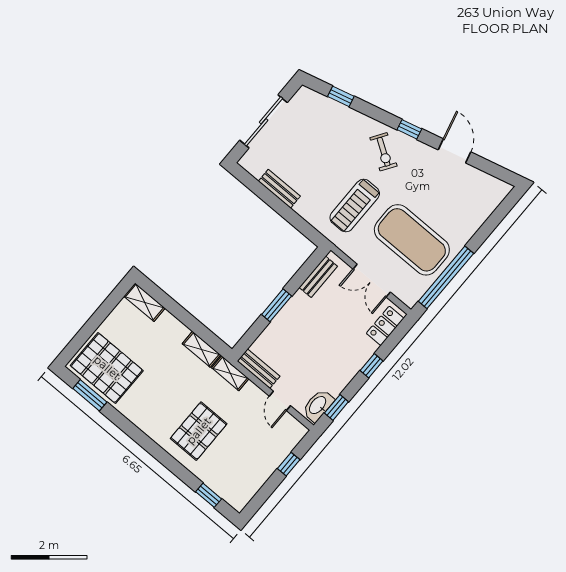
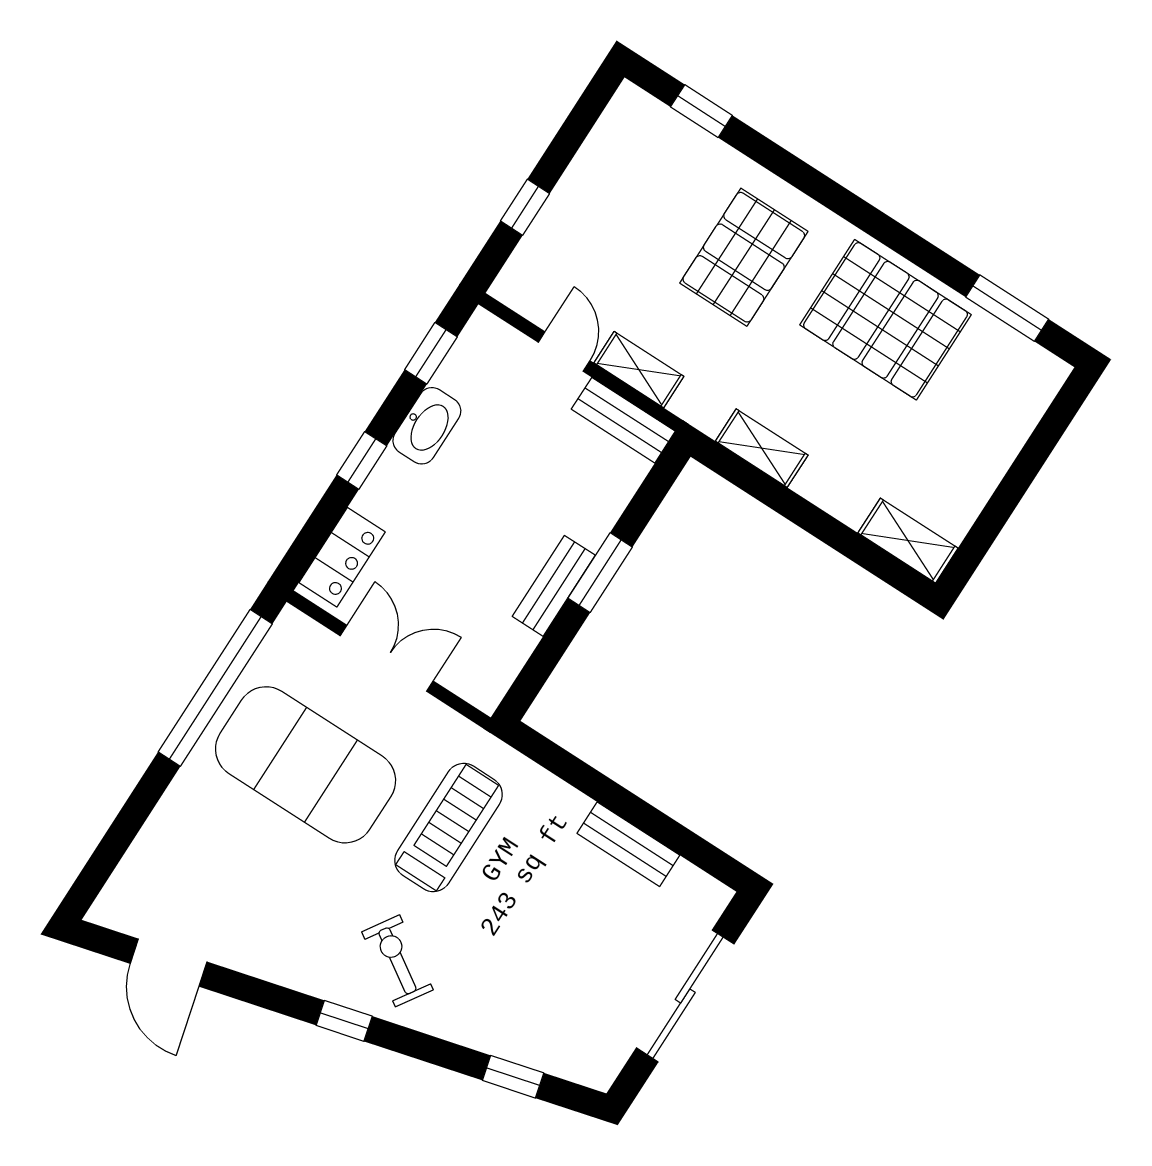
door: (454, 151) -> (169, 963), moved
bench: (318, 277) -> (554, 586), moved
pallet: (107, 368) -> (886, 320), moved
shelving: (230, 373) -> (639, 370), moved
washbasin: (318, 405) -> (427, 426), moved

